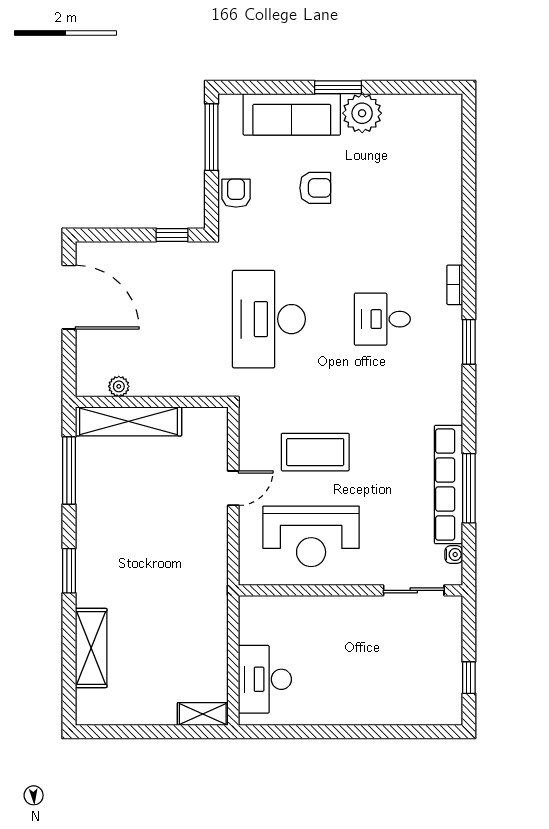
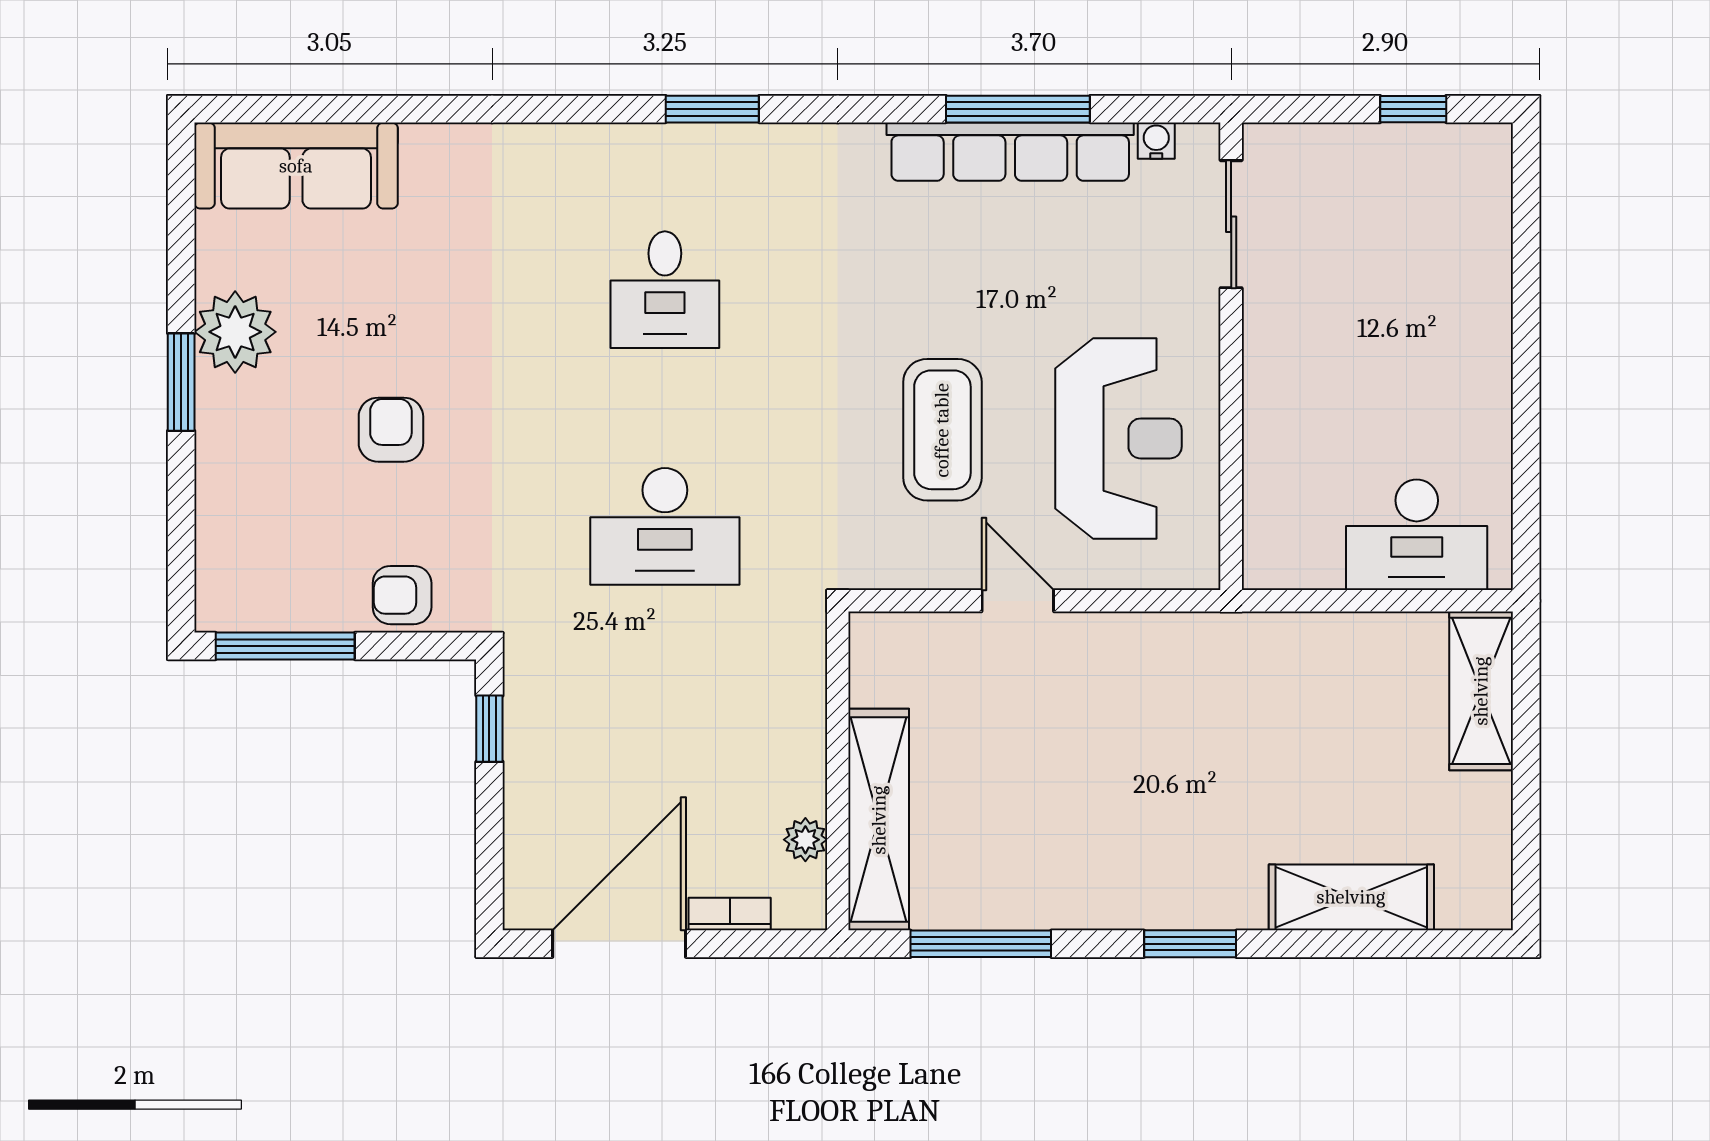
sofa: (292, 114) -> (296, 166), moved, turned 90
bookcase: (455, 285) -> (730, 914), moved, turned 180
desk: (269, 319) -> (665, 526), width x0.73, depth x0.77
shelving: (203, 714) -> (1481, 691), width x1.50, depth x1.33

